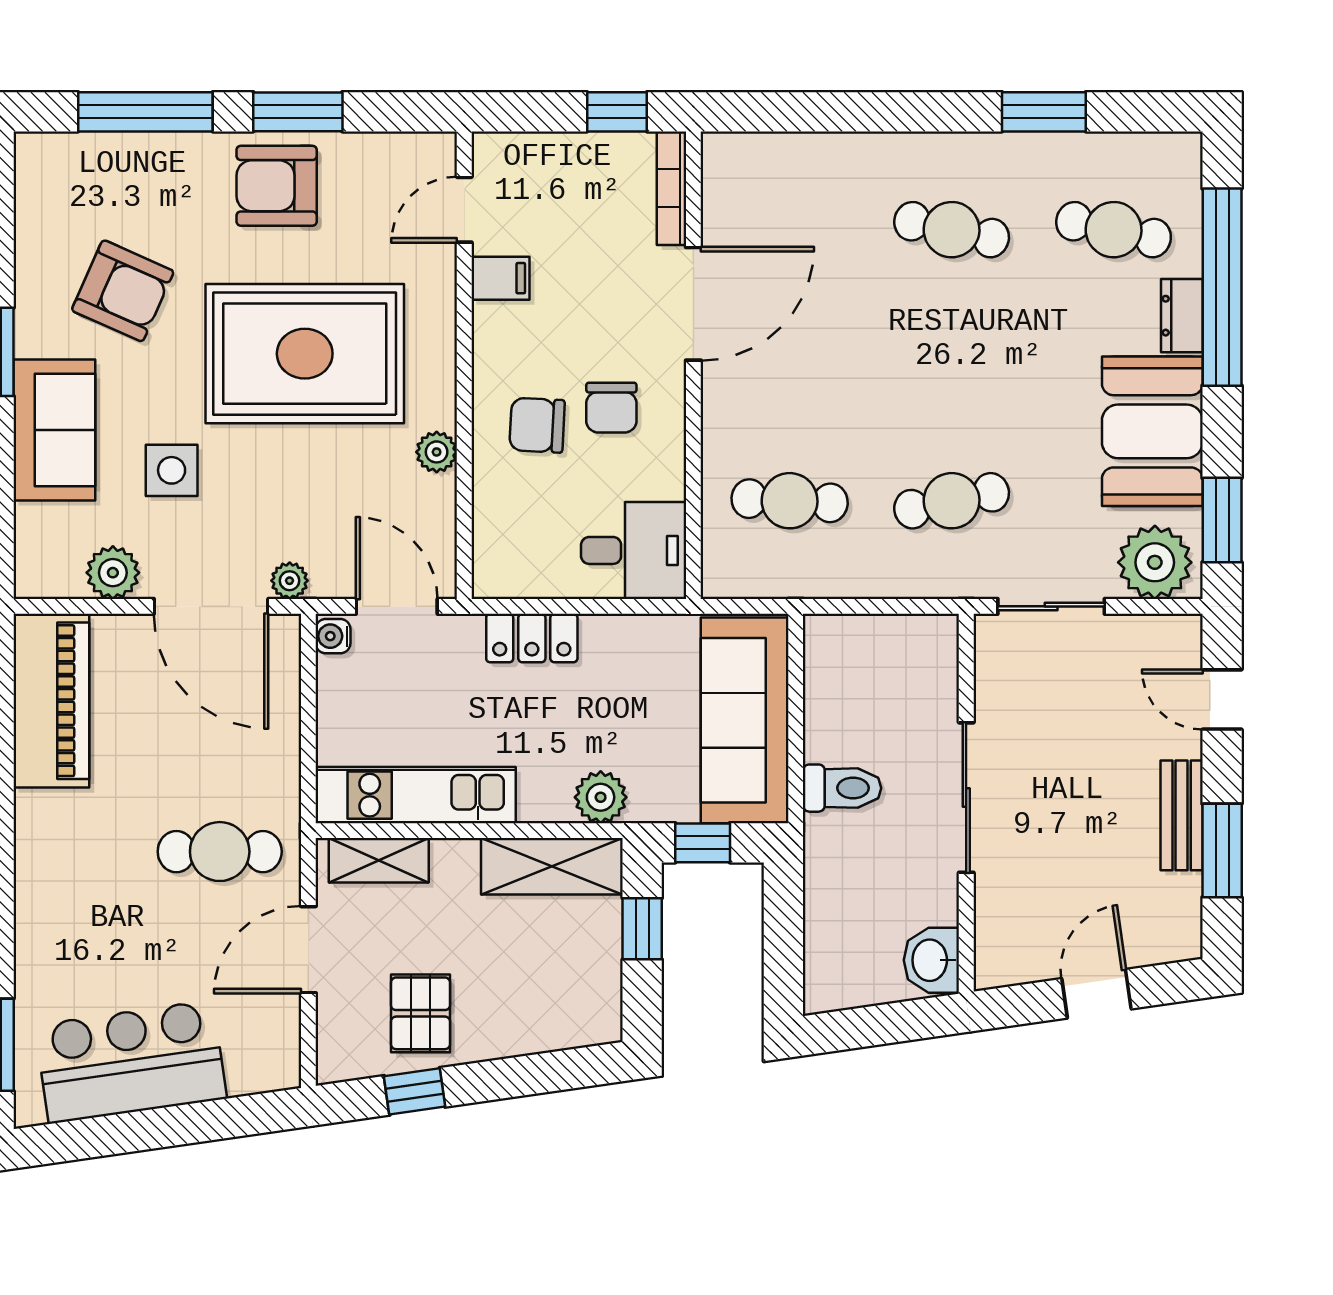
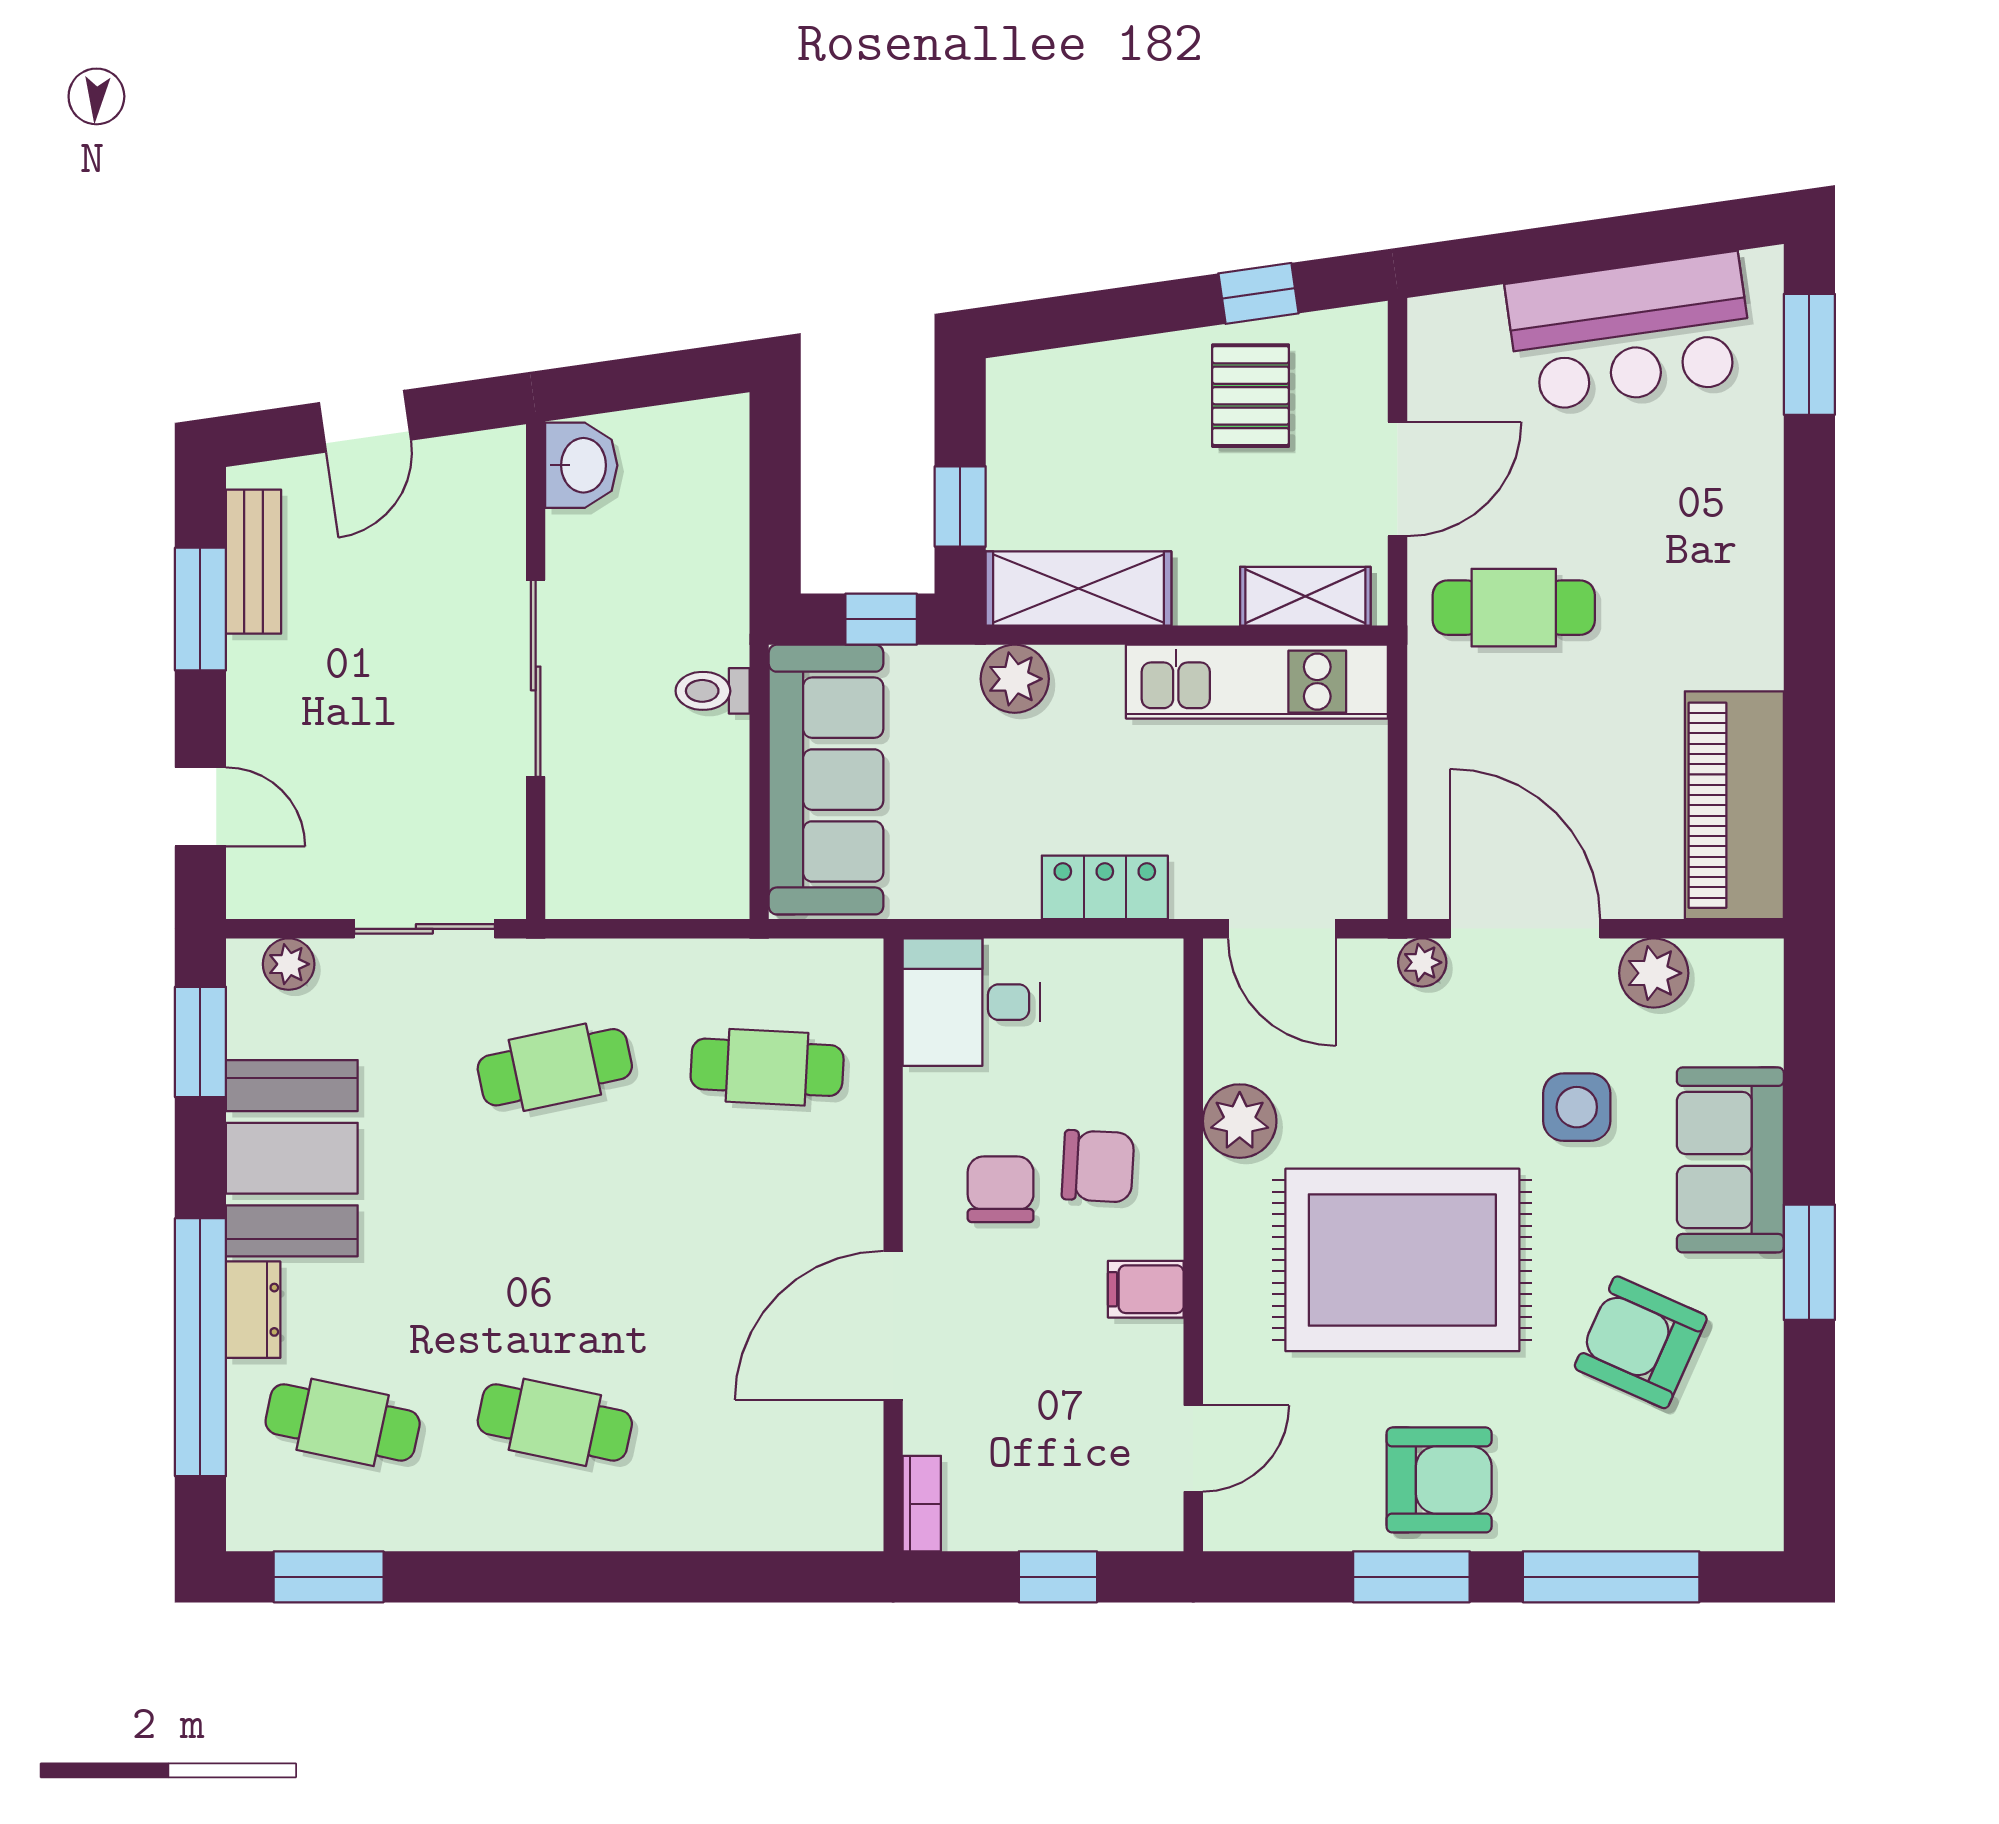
window: (617, 112) -> (1058, 1577), moved
window: (1044, 112) -> (329, 1577), moved
bookcase: (671, 188) -> (922, 1504), width x0.64
filing cabinet: (501, 278) -> (1146, 1289), moved
plant: (437, 452) -> (1240, 1121), width x1.38, depth x1.38
plant: (1155, 562) -> (289, 964), width x0.53, depth x0.53
water cooler: (333, 636) -> (1365, 890), removed
toilet: (842, 788) -> (713, 691), width x0.73, depth x0.72
bench: (1182, 815) -> (254, 562), moved

